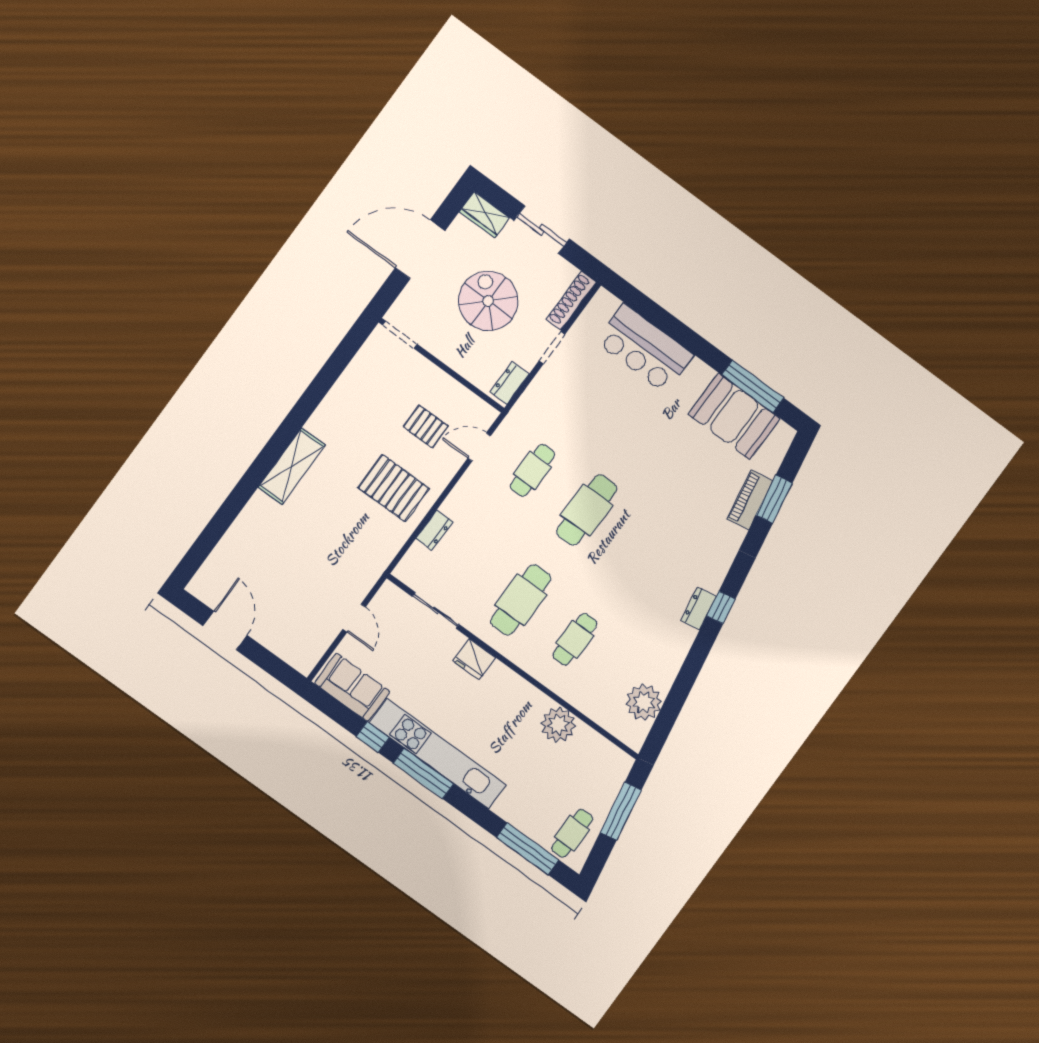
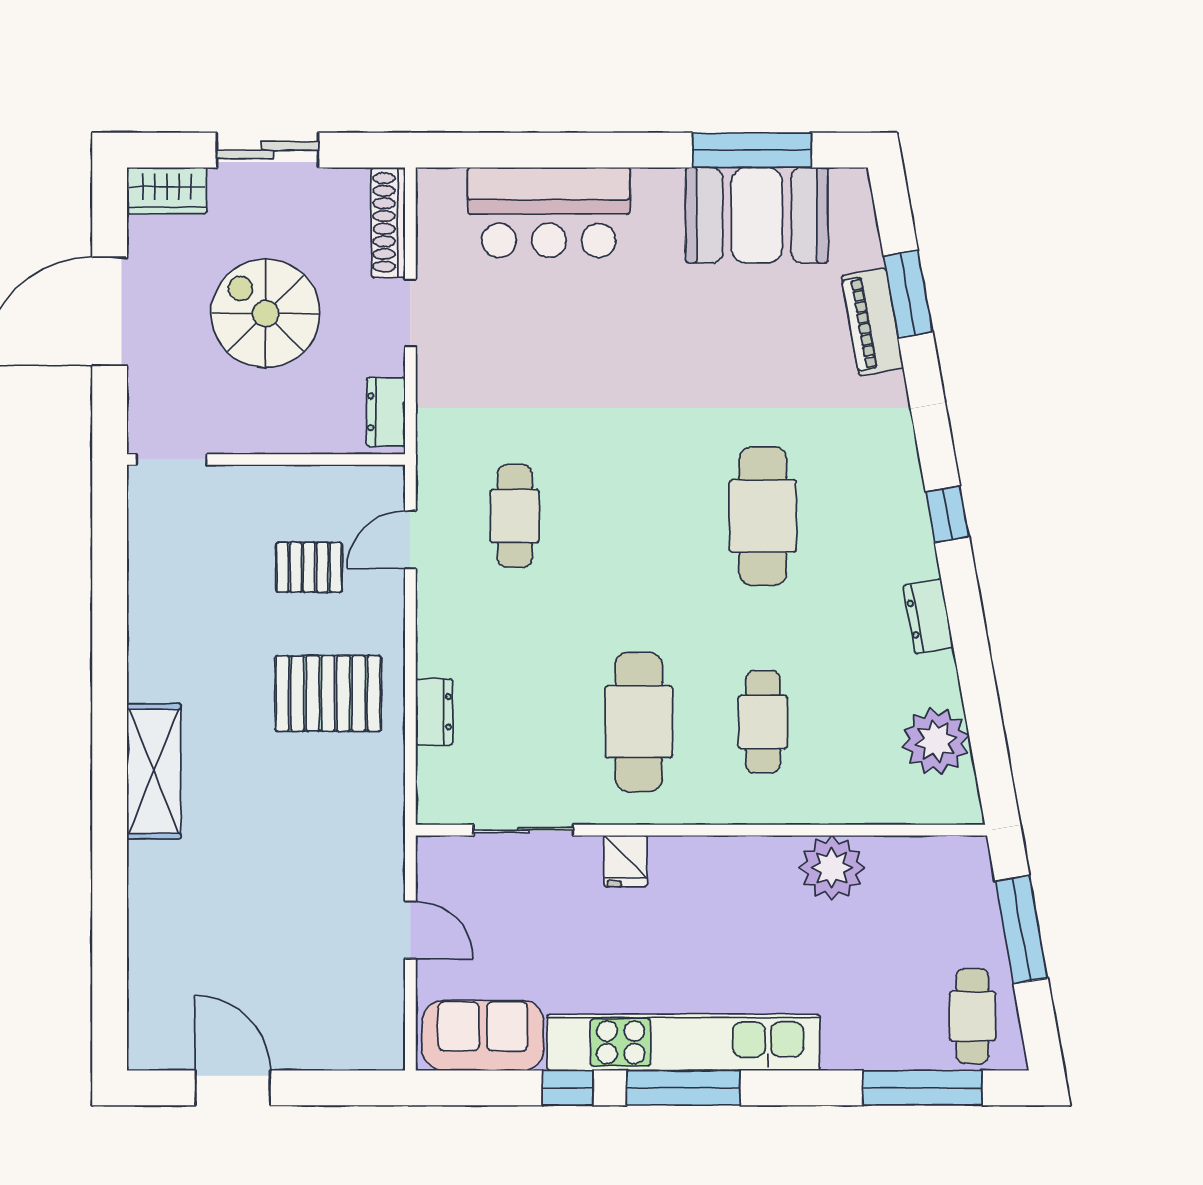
cafe table: (587, 510) -> (763, 516), moved
dresser: (699, 608) -> (928, 617), moved
fridge: (474, 659) -> (626, 861), width x0.72

